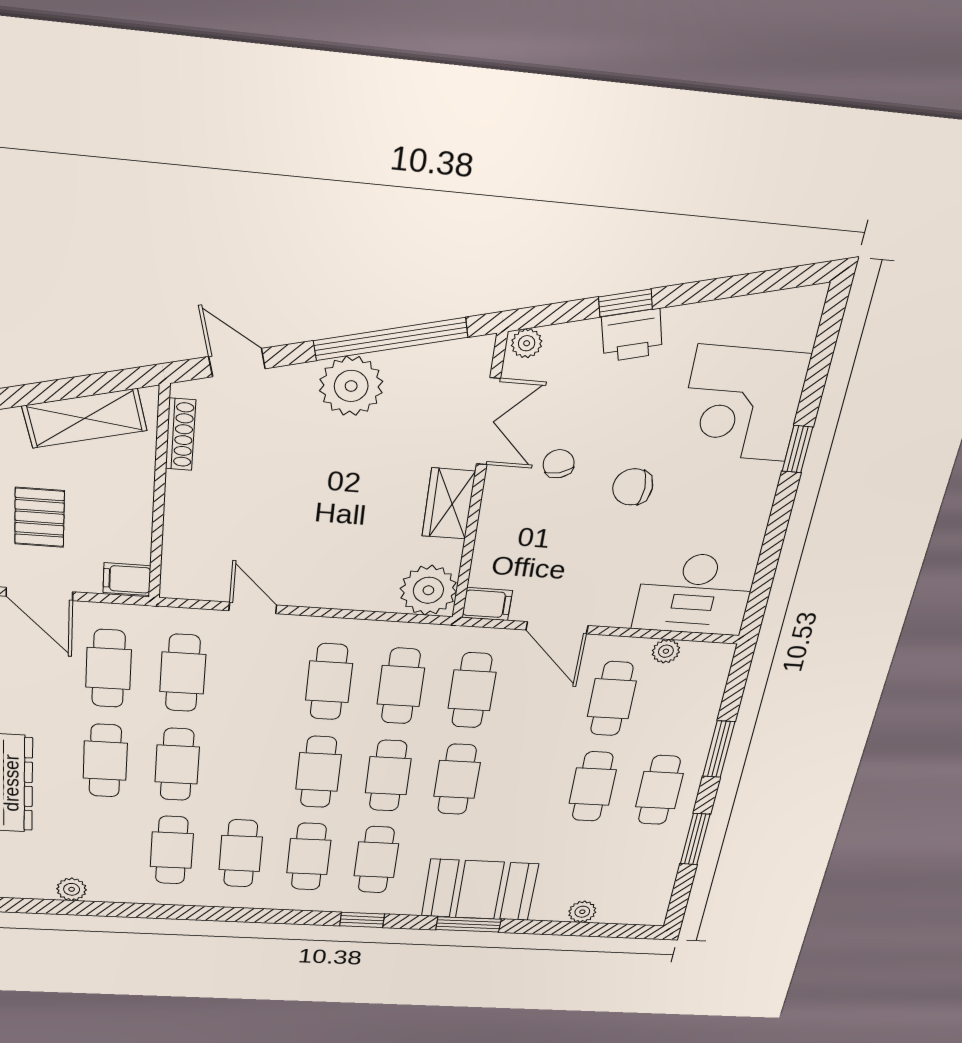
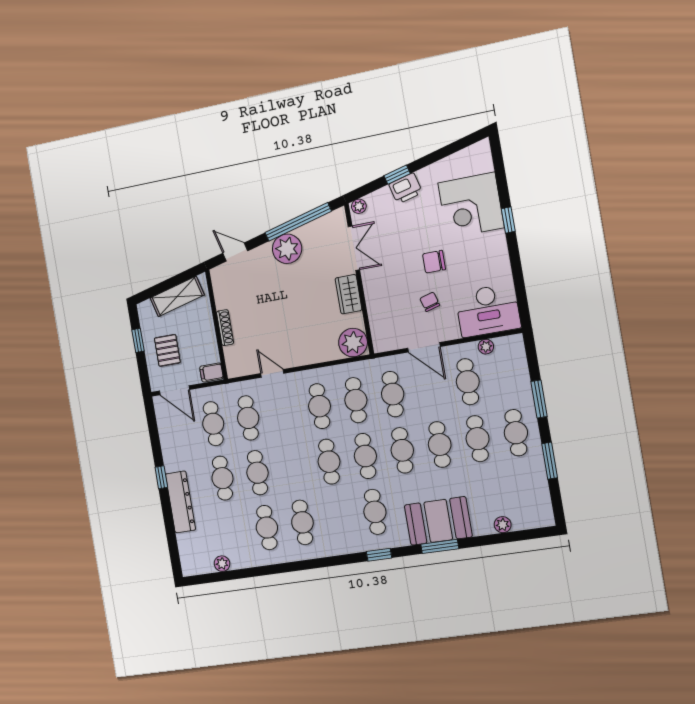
shoe rack: (180, 434) -> (225, 328), moved
chair: (559, 464) -> (430, 302), moved
filing cabinet: (487, 604) -> (384, 343), removed
cafe table: (309, 857) -> (440, 445), moved

